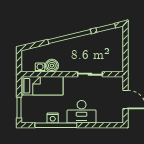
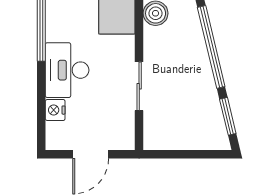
nightstand: (53, 118) -> (55, 110), moved

